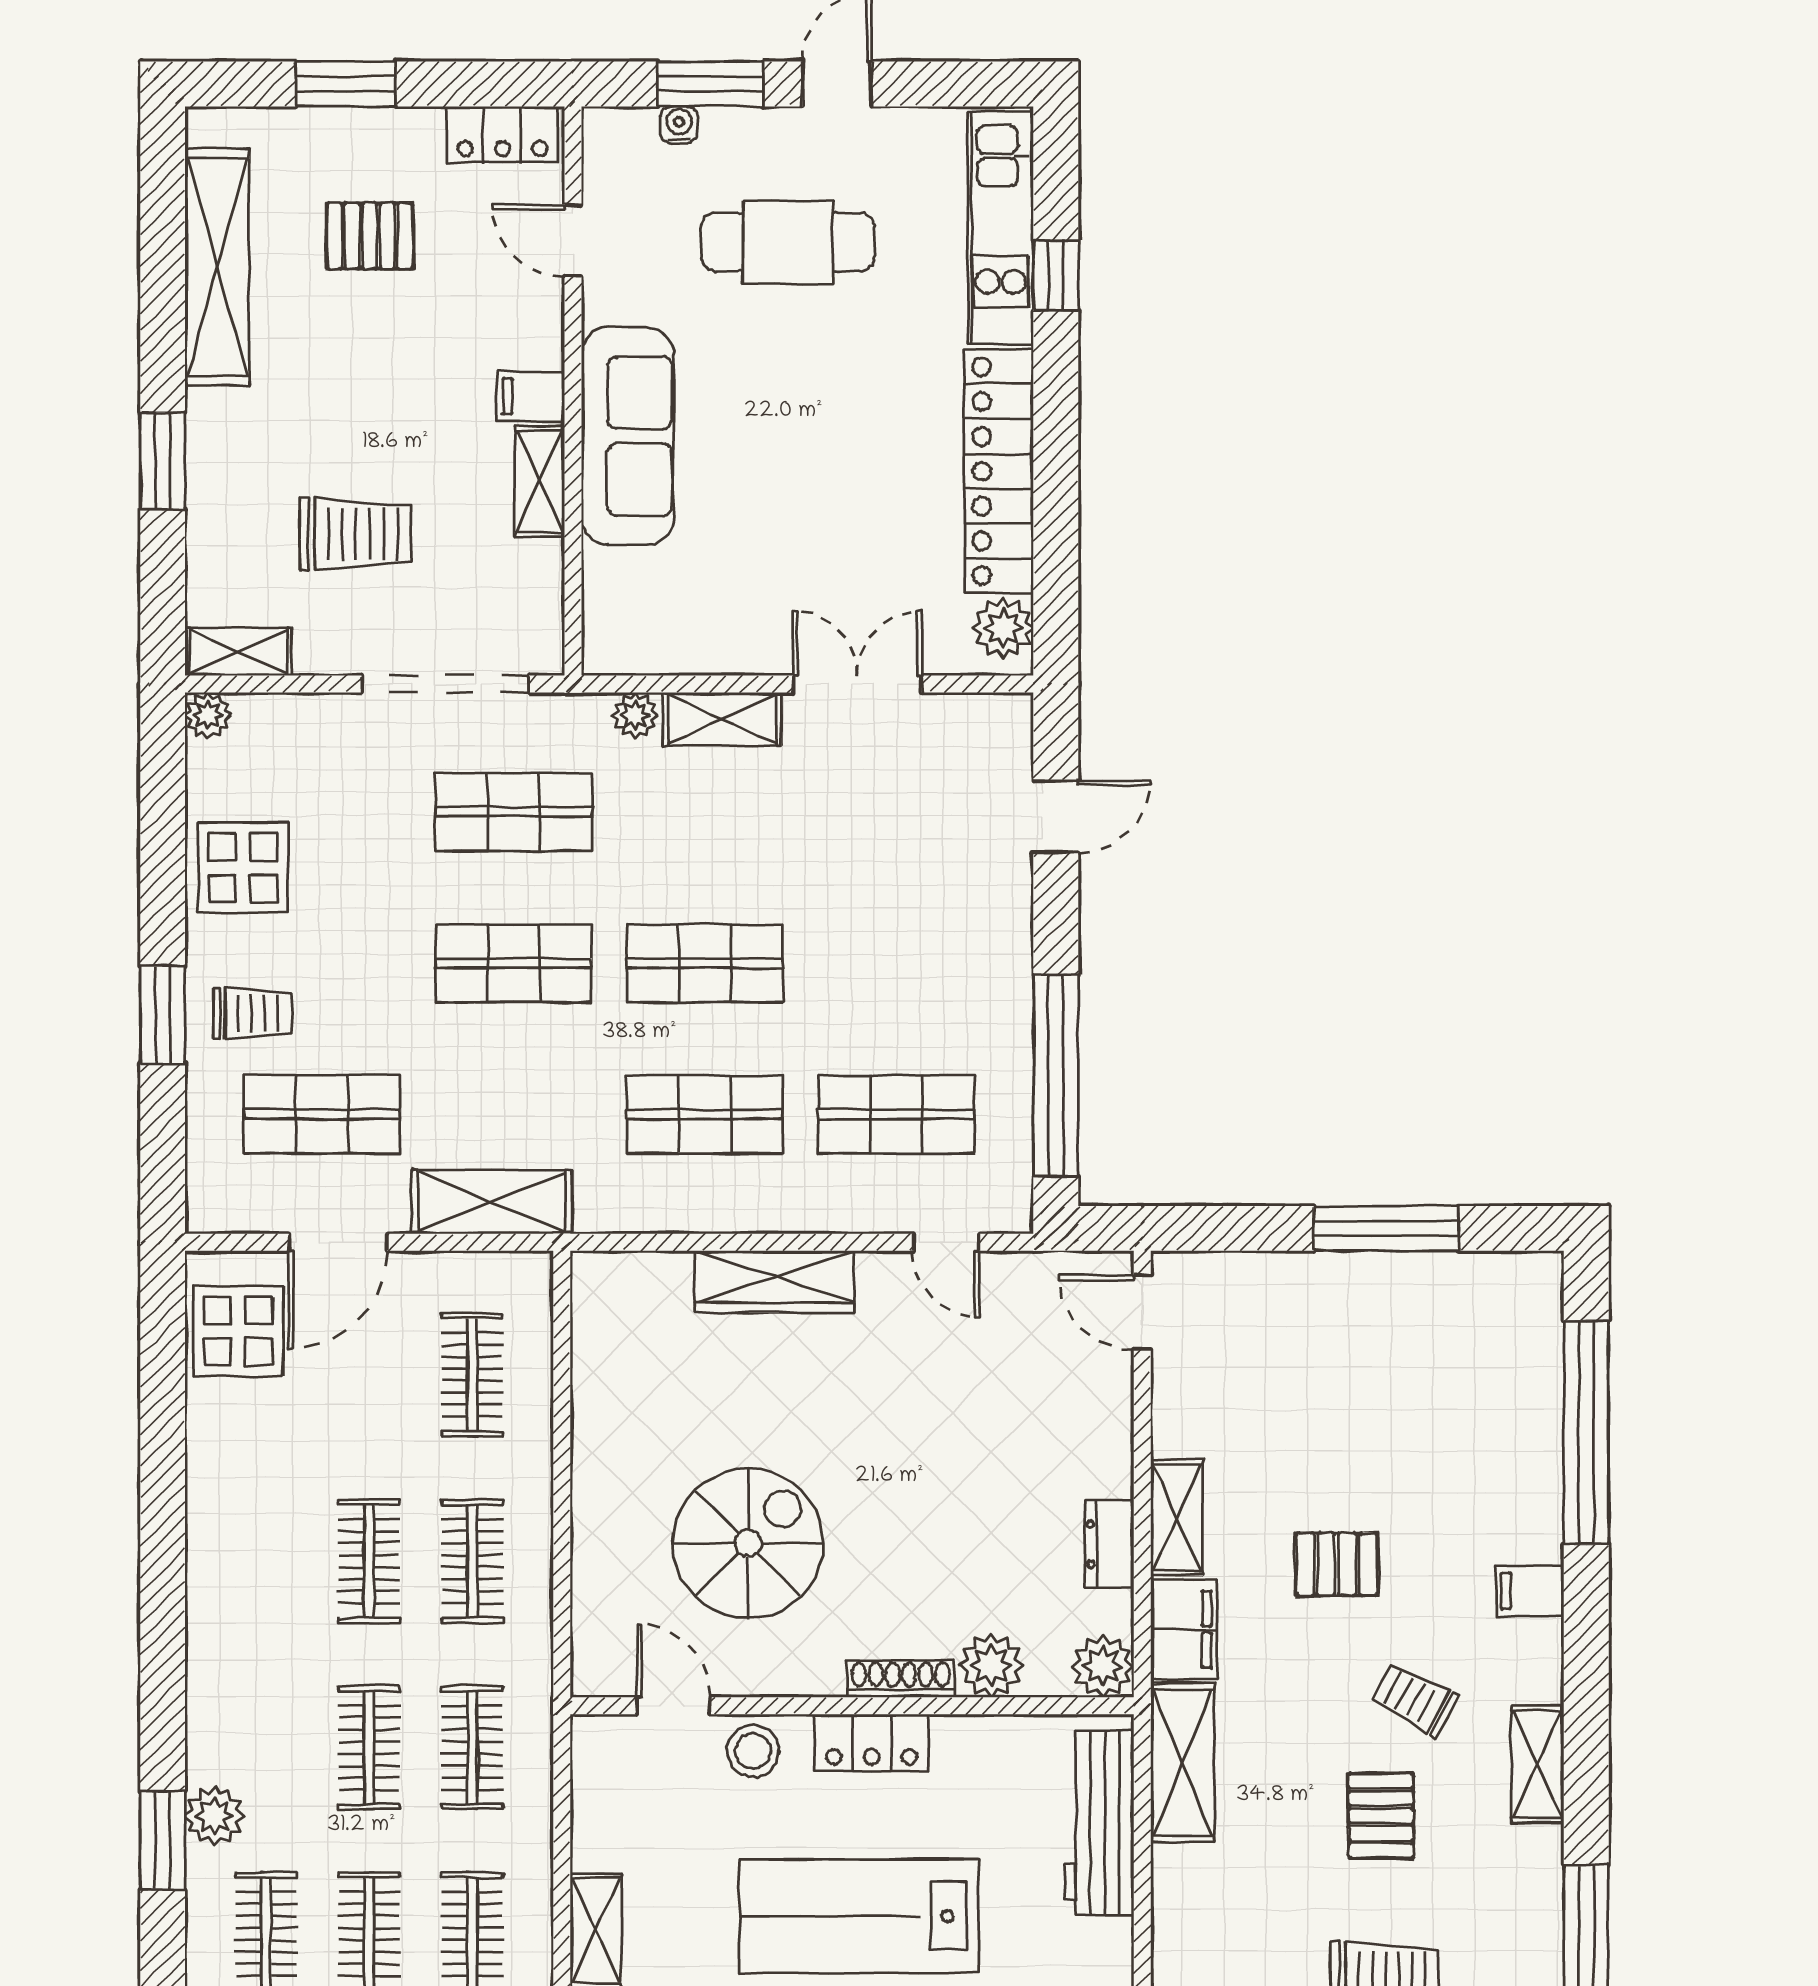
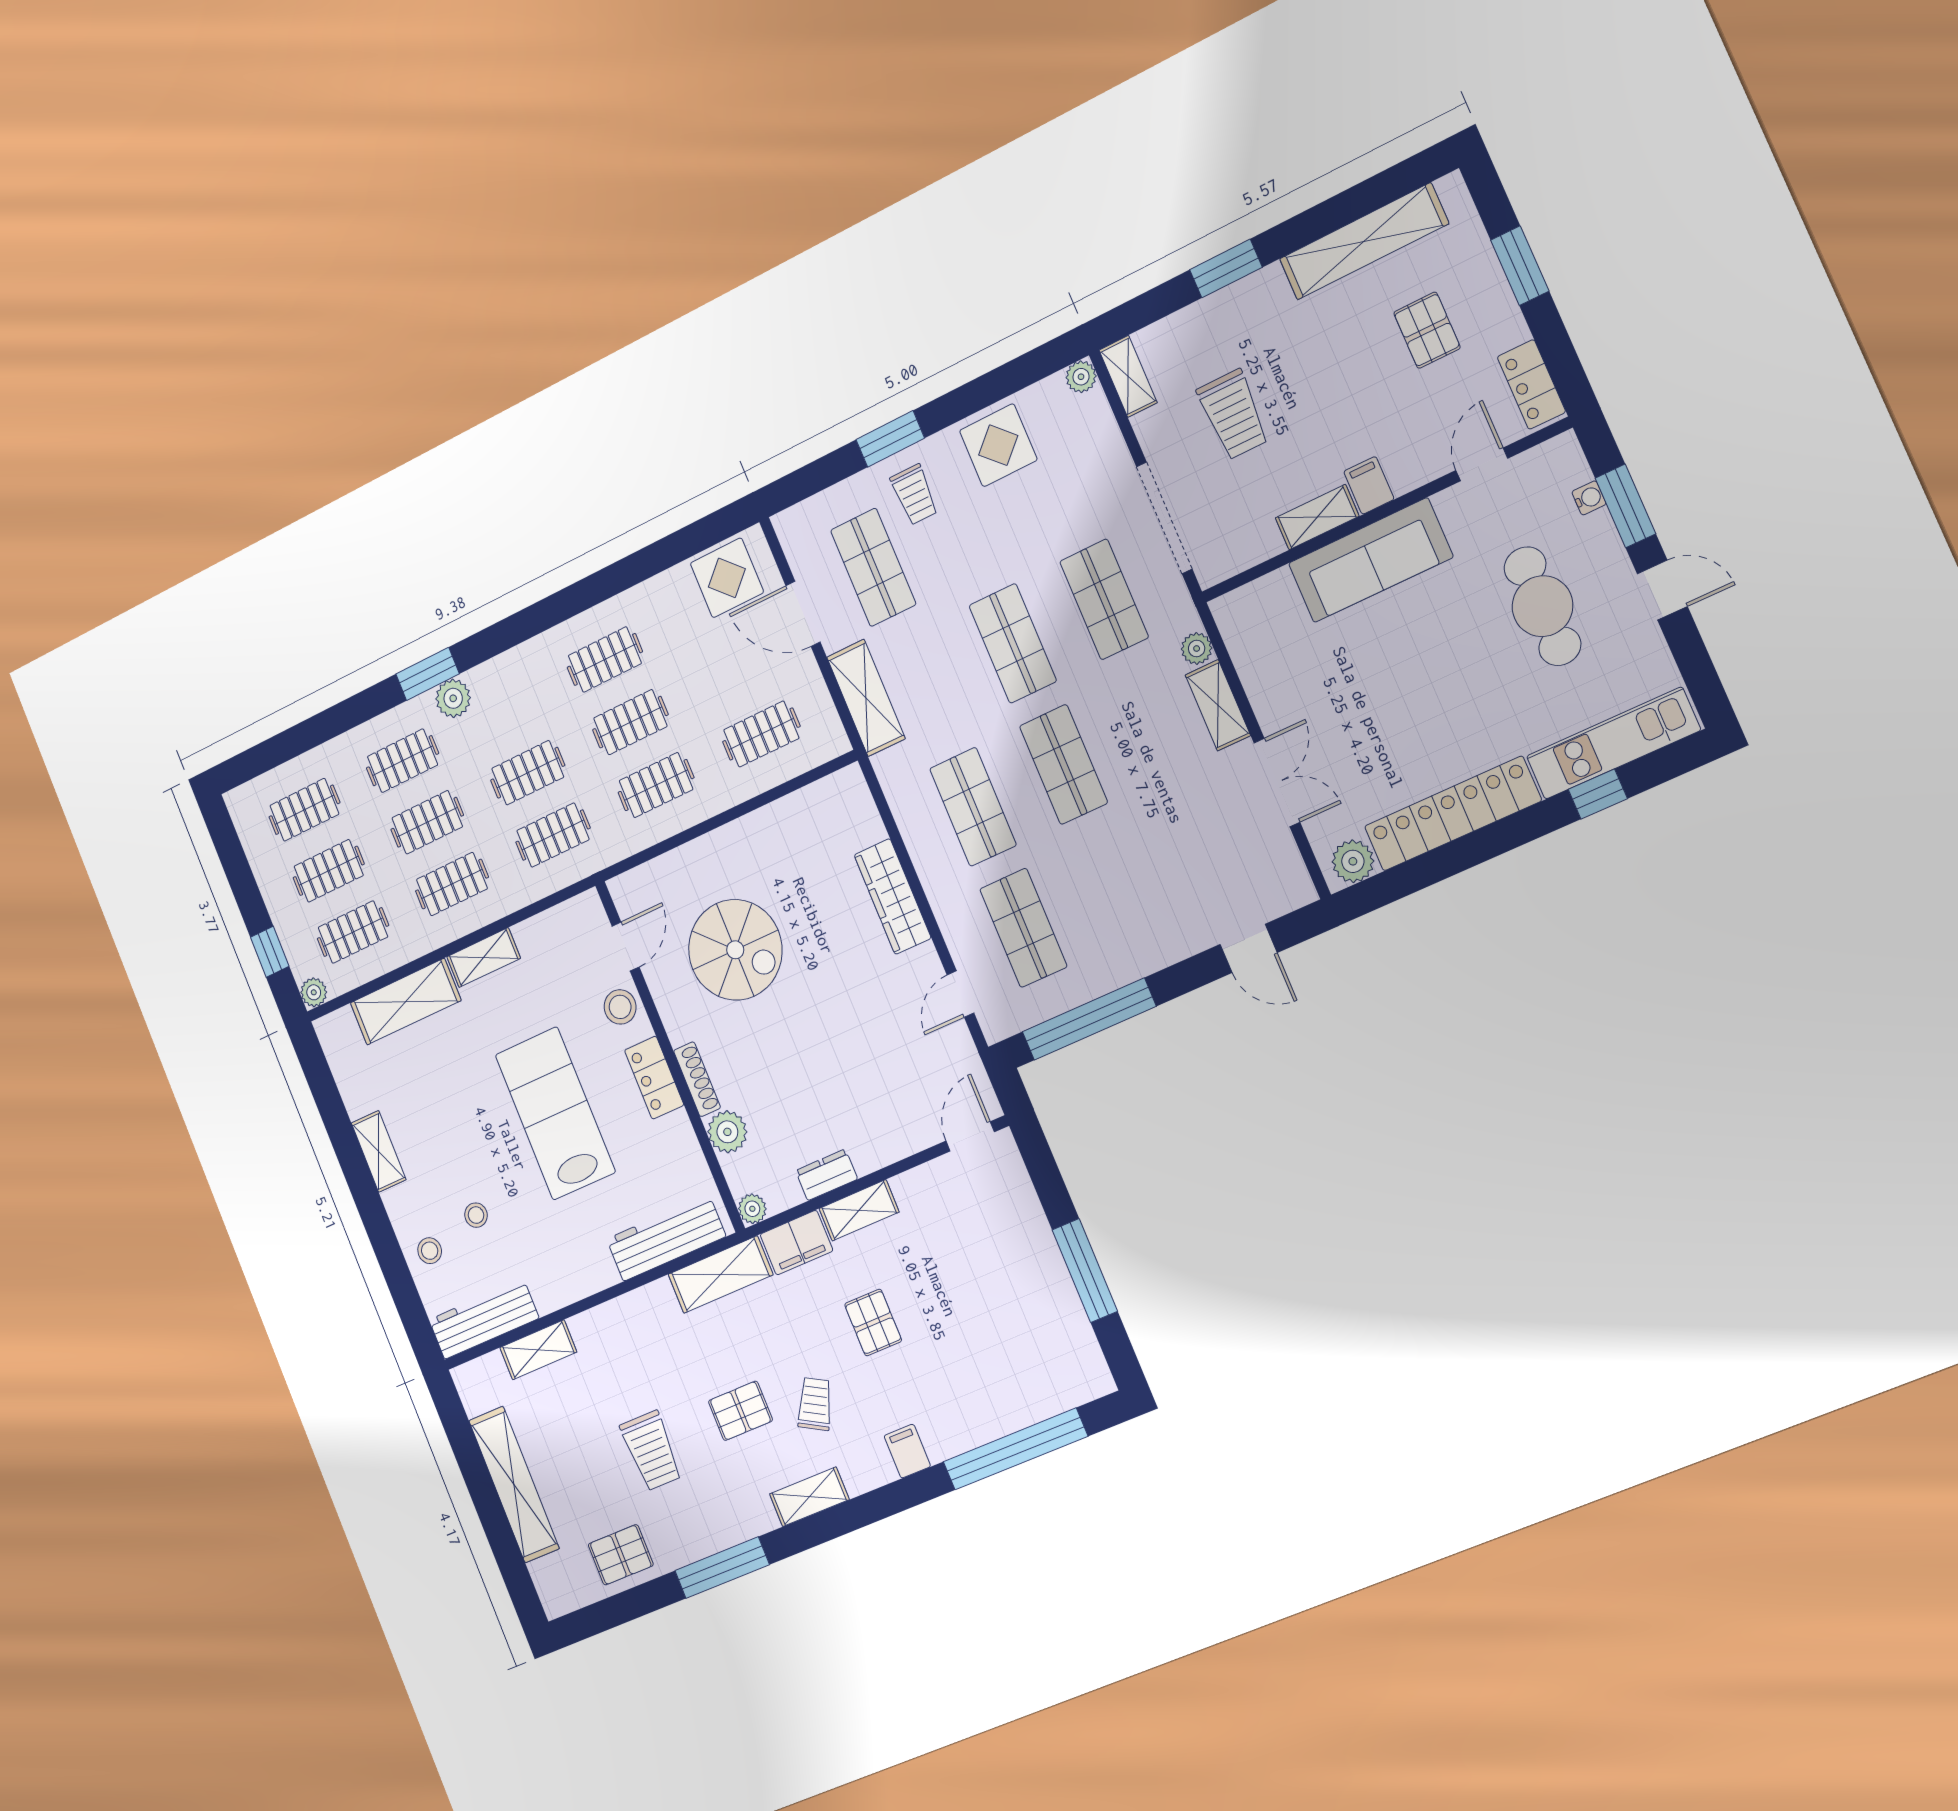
clothes rail: (266, 1561) -> (605, 660), added
plant: (1103, 1666) -> (752, 1209), width x0.73, depth x0.73

